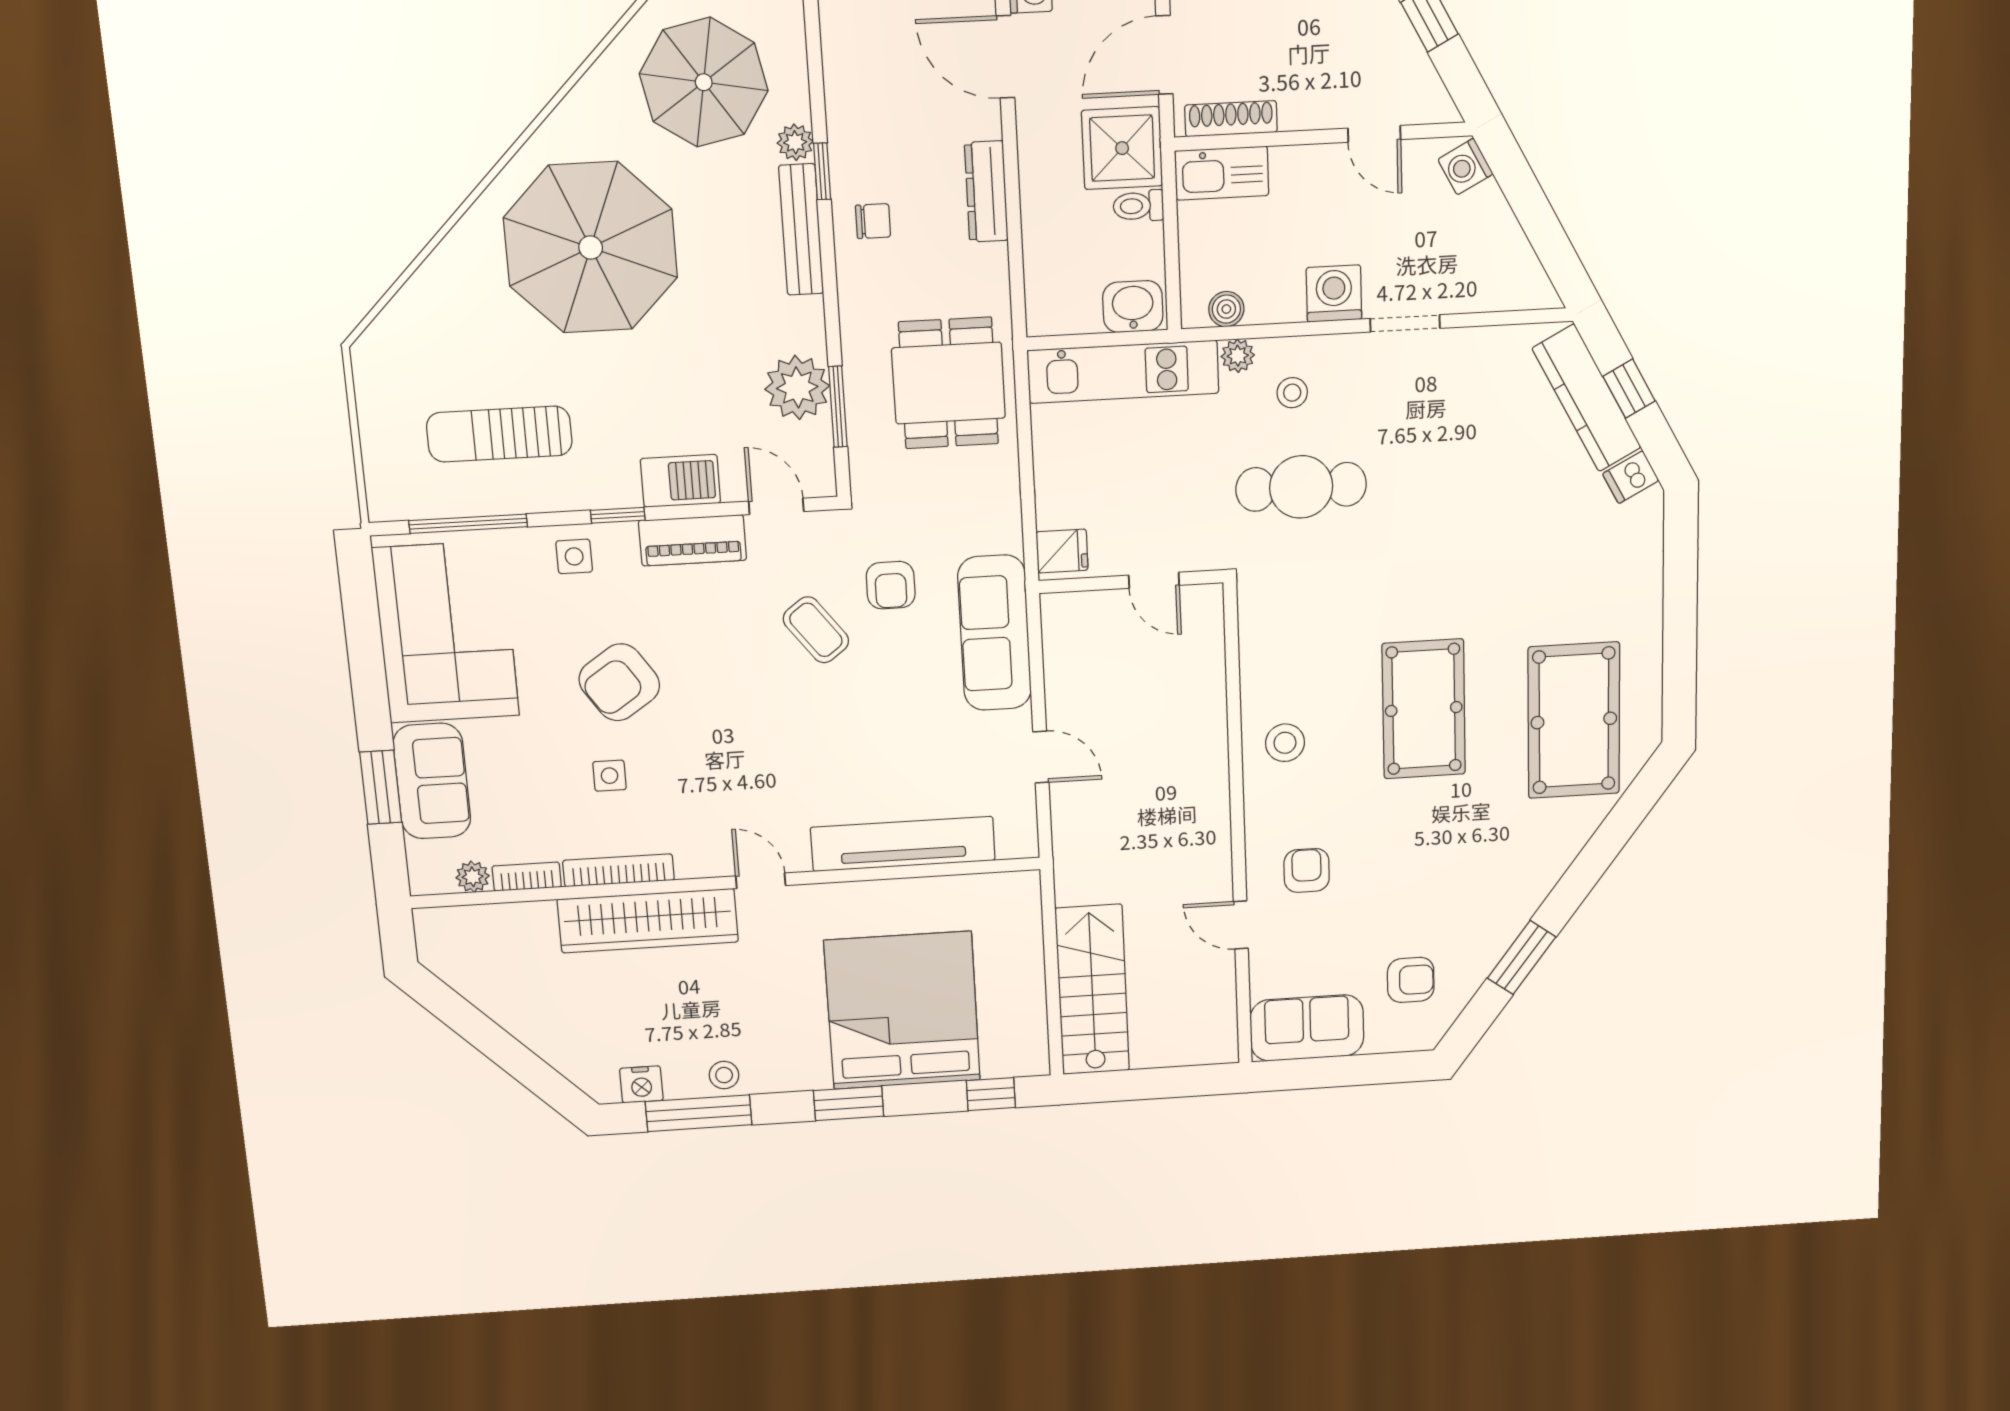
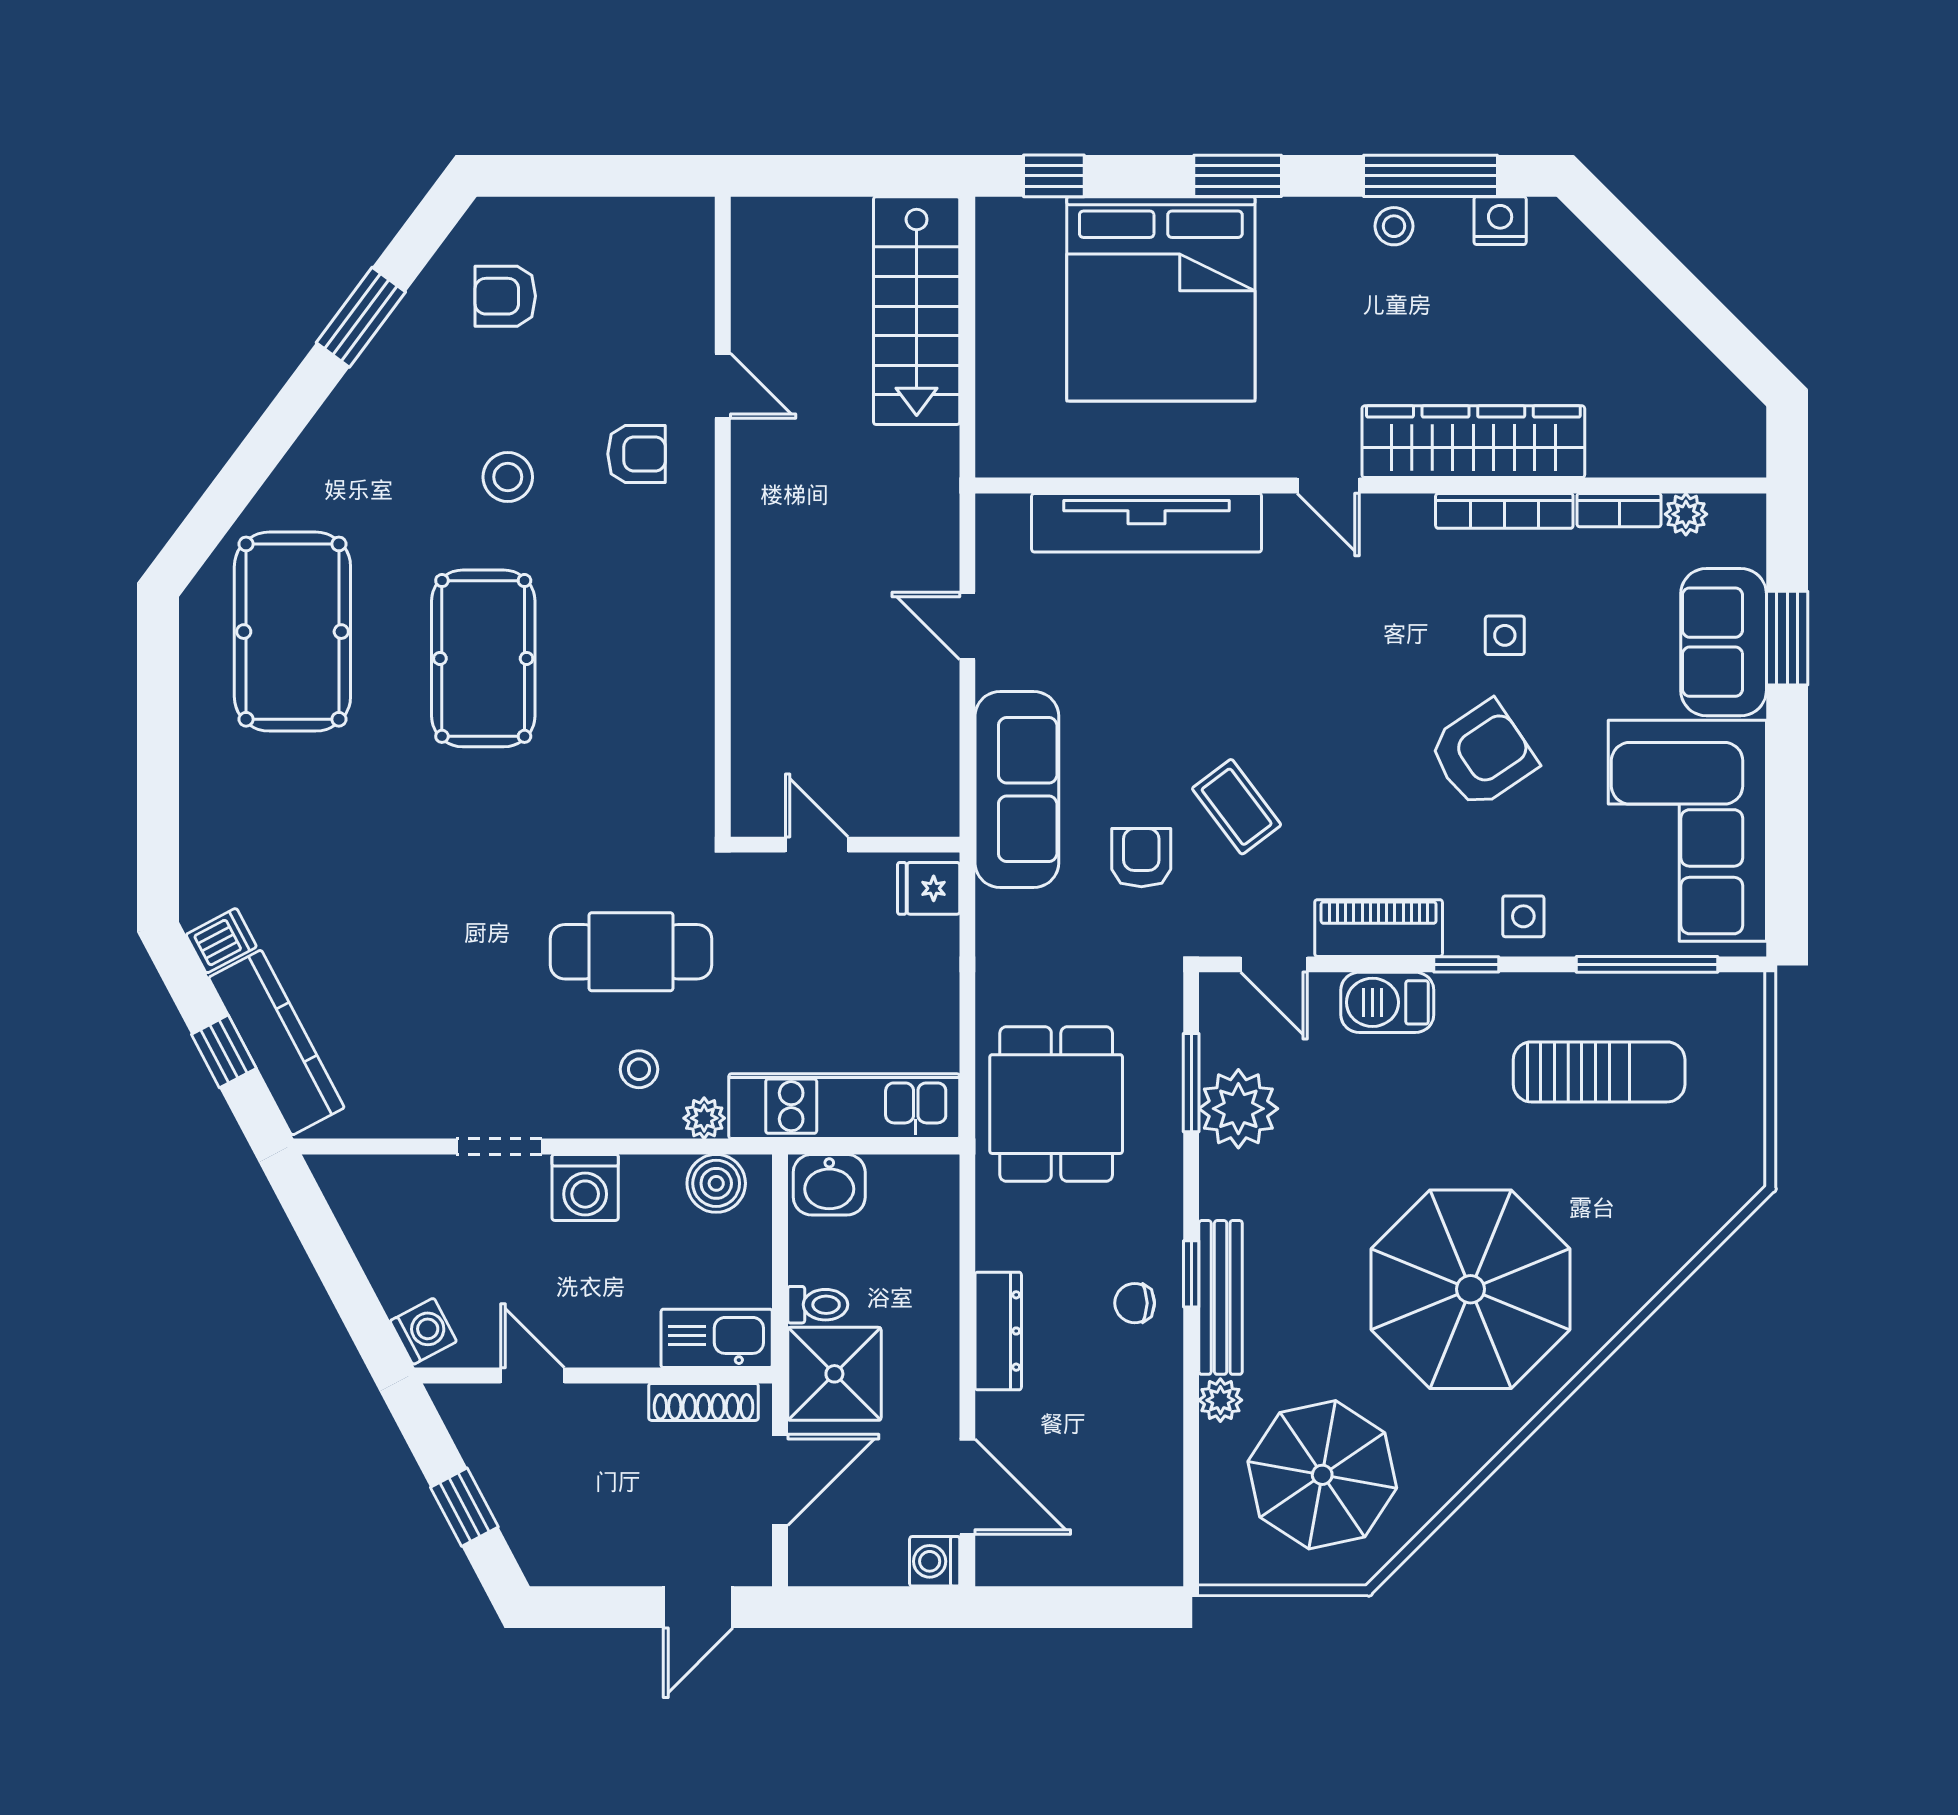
window: (822, 171) -> (1191, 1274), moved
boiler: (1226, 309) -> (716, 1183), width x1.36, depth x1.36
stool: (1285, 743) -> (508, 477), moved
armchair: (1307, 870) -> (637, 454), turned -90
sofa: (1307, 1028) -> (641, 239), removed

